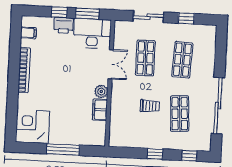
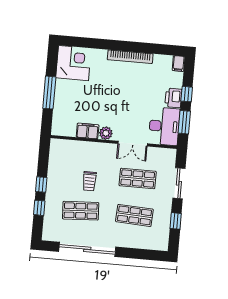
filing cabinet: (28, 33) -> (179, 64), moved
window: (189, 156) -> (39, 208), moved

